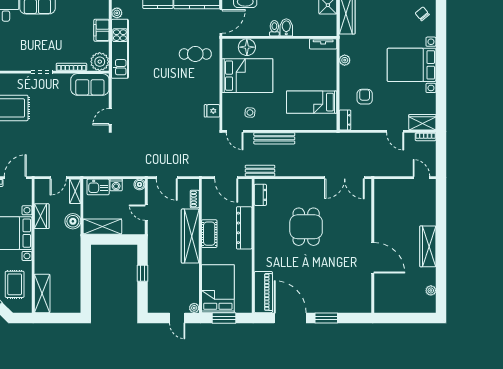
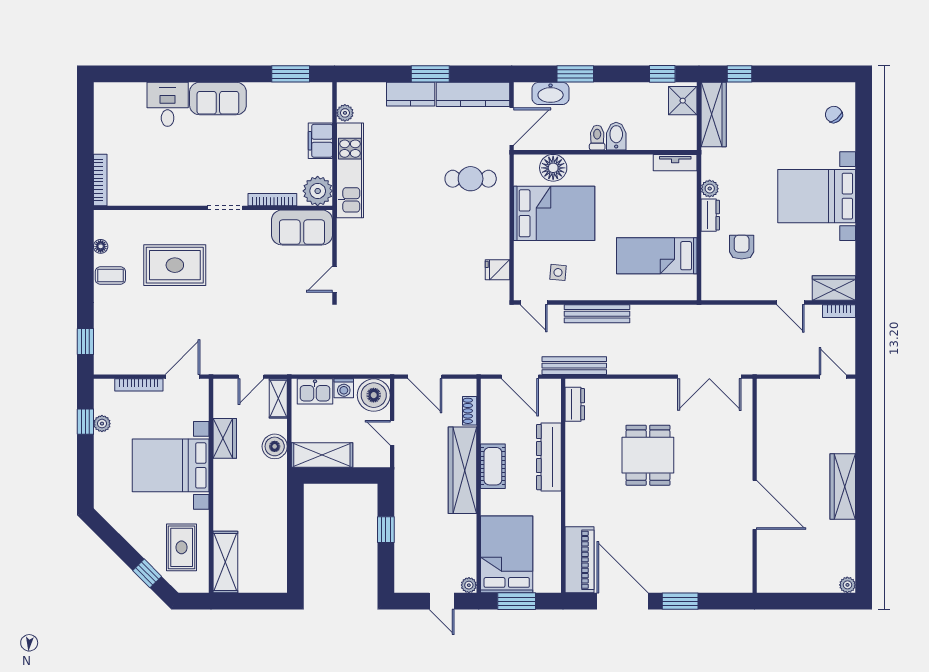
dresser: (345, 120) -> (710, 215), moved
bench: (260, 171) -> (574, 366), width x1.36
boiler: (140, 184) -> (374, 395), width x1.86, depth x1.86
plant: (431, 290) -> (847, 585), moved

